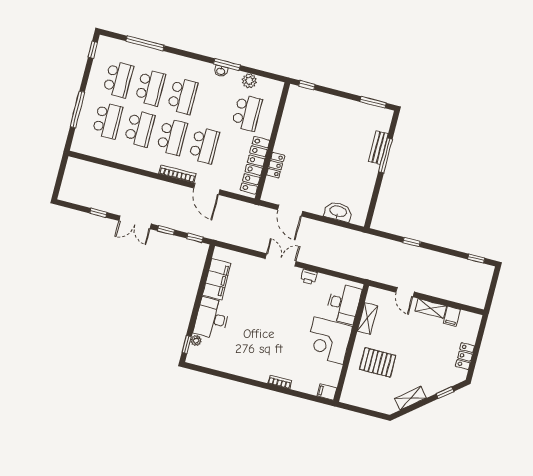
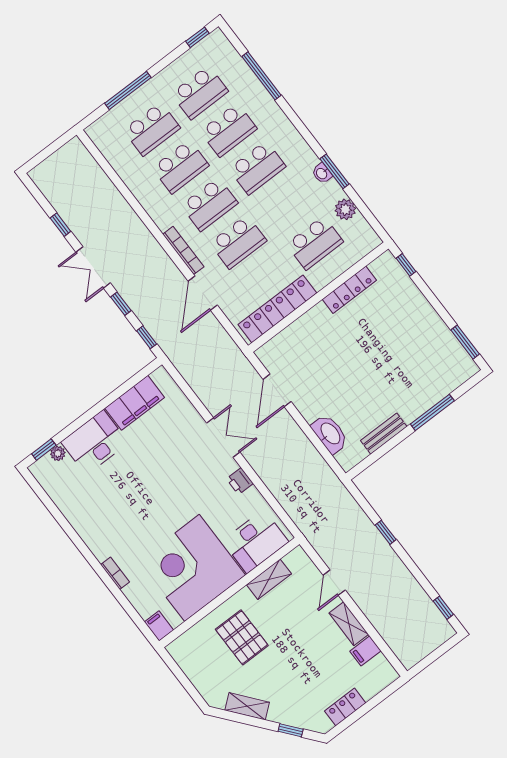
bench: (378, 147) -> (384, 434), moved
locker: (276, 165) -> (349, 290), moved, width x1.53
corner desk: (329, 340) -> (192, 568), width x1.36, depth x1.36

